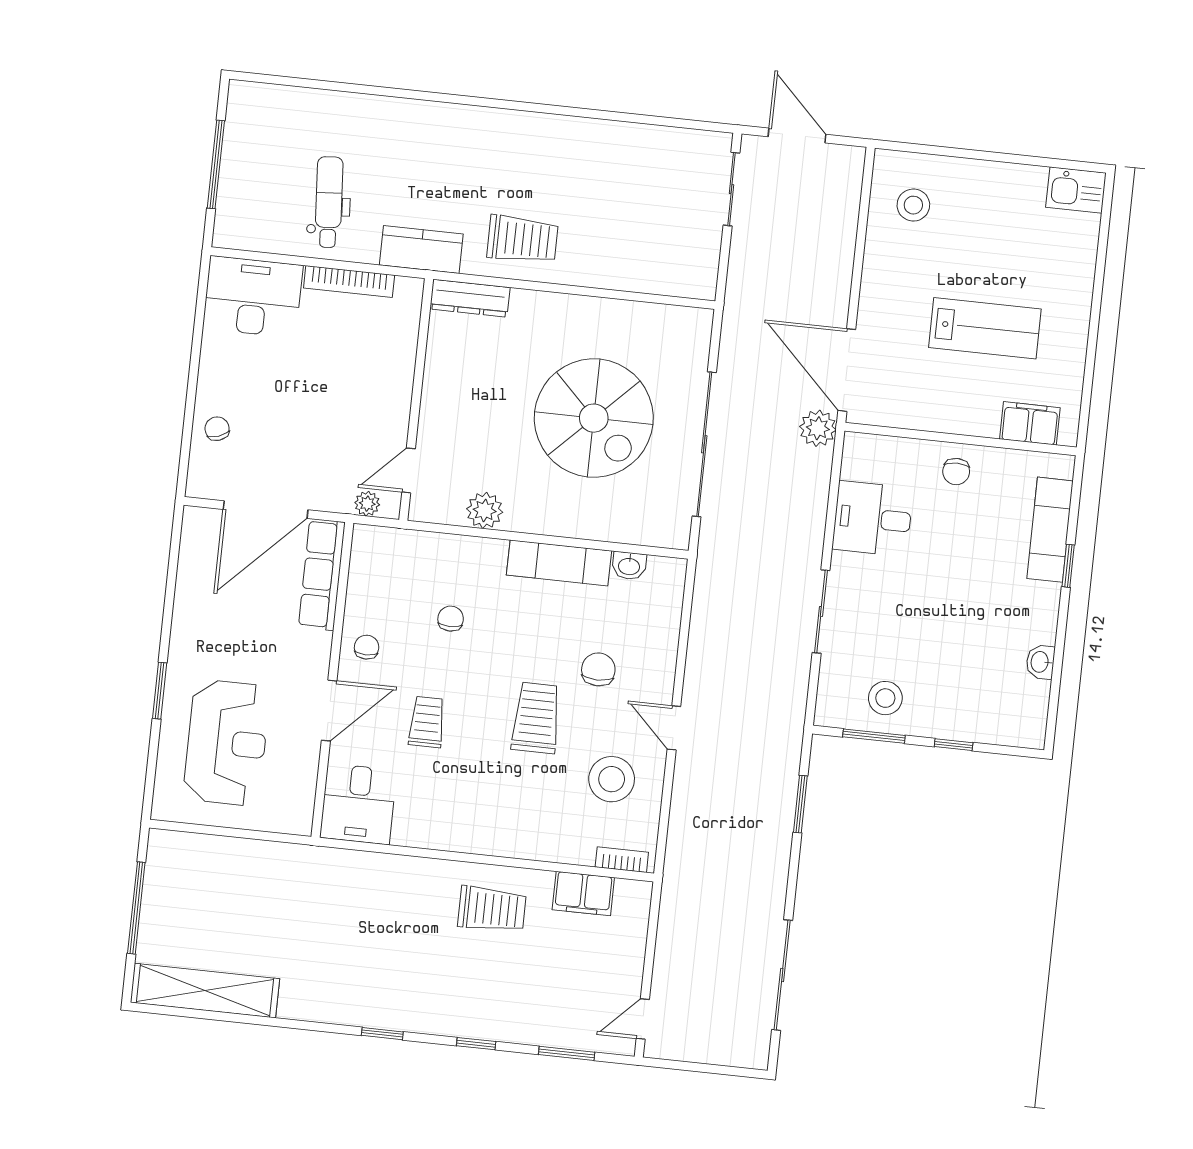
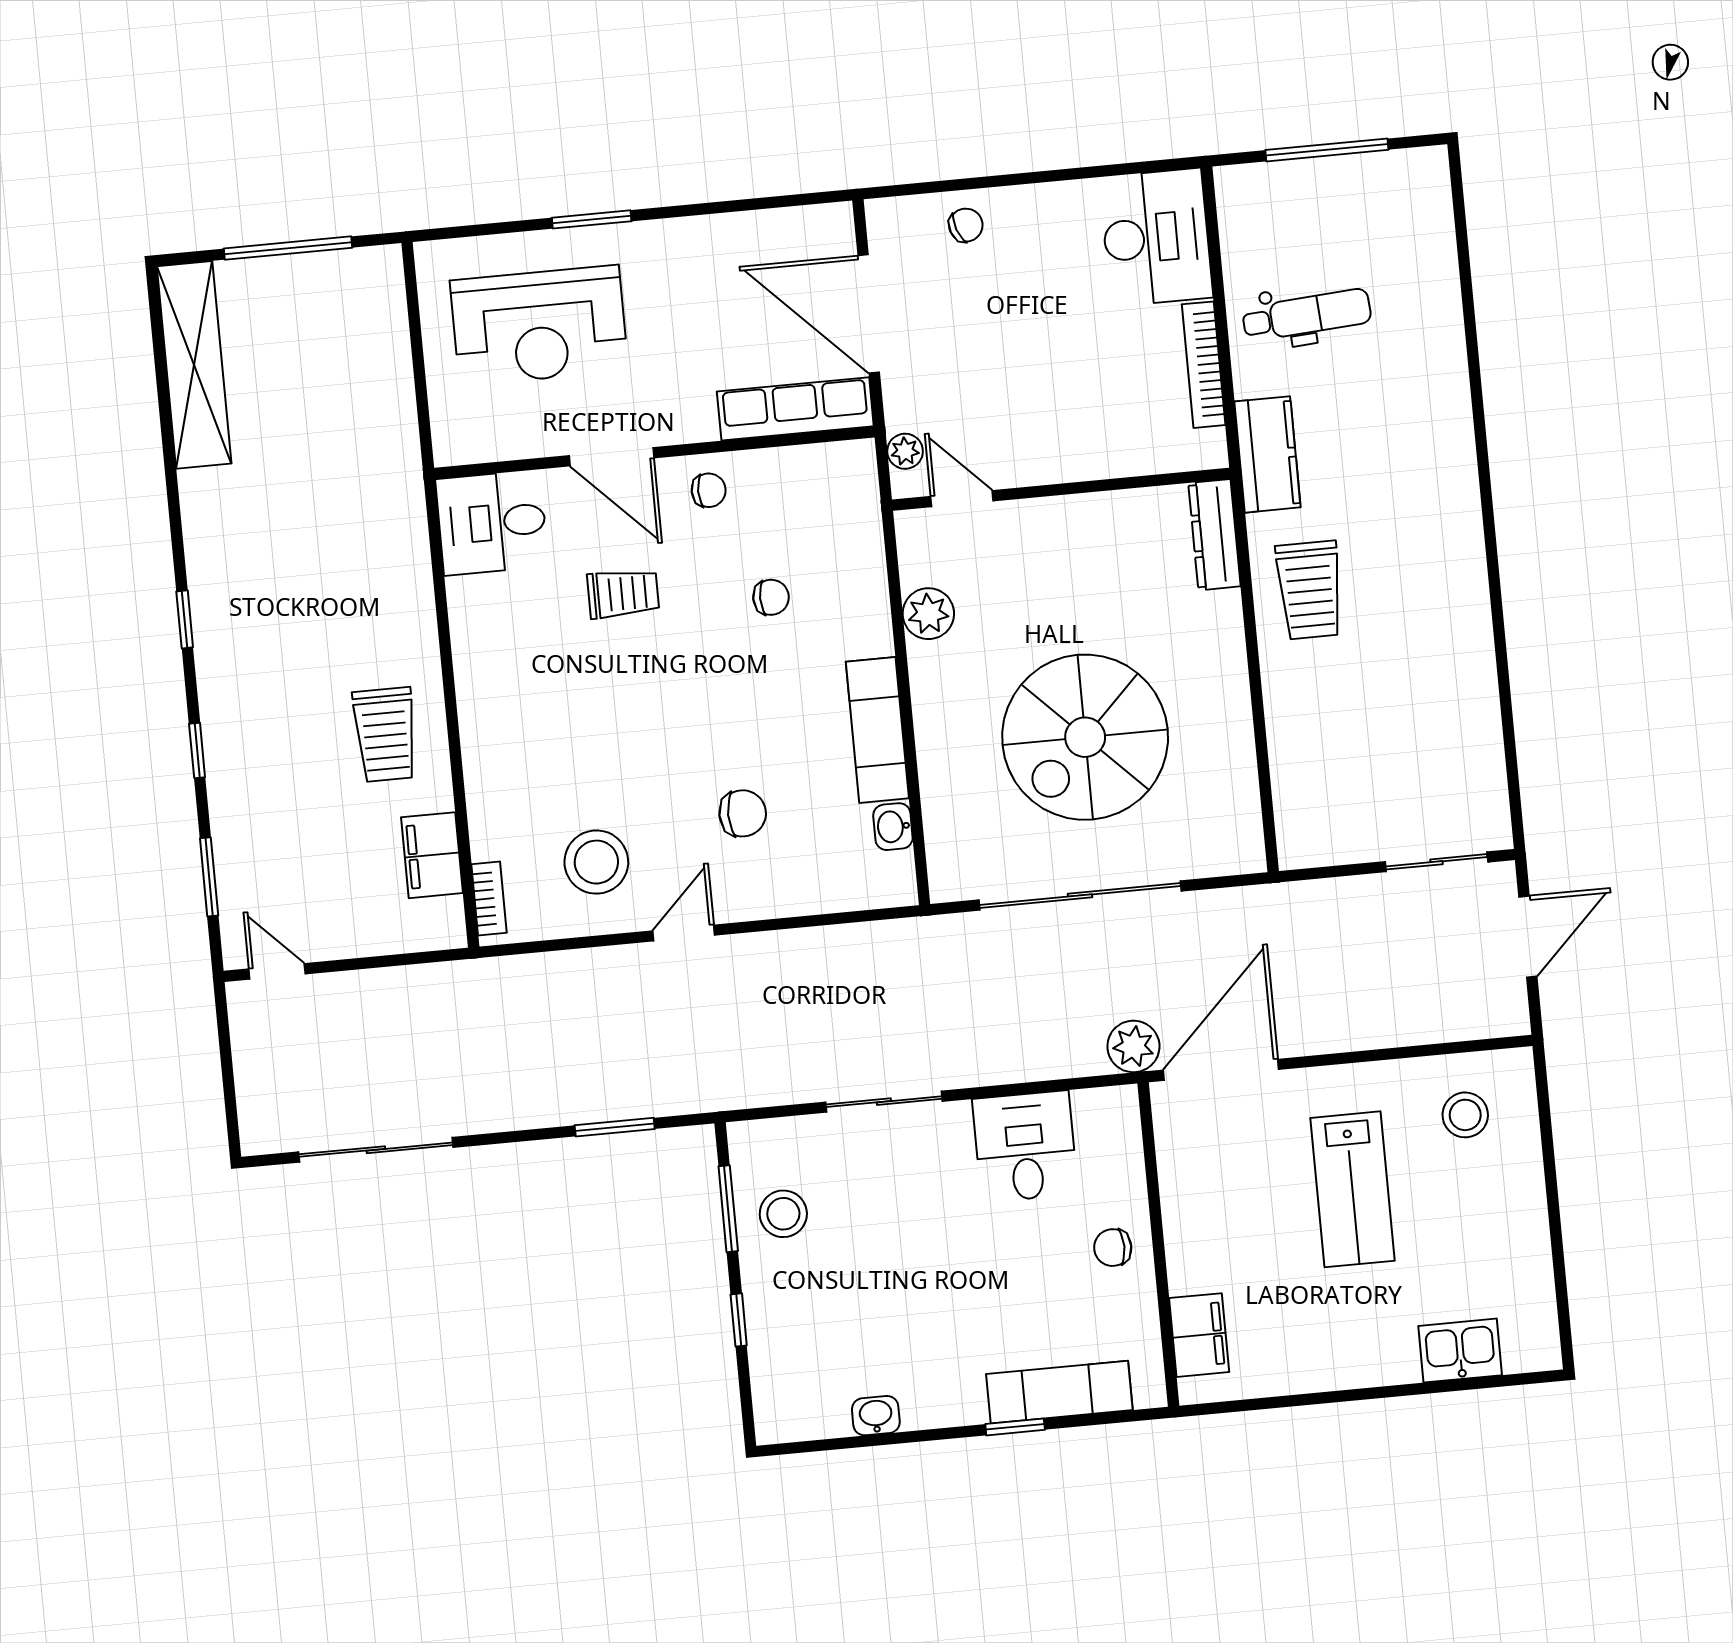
kitchen sink: (1076, 190) -> (1460, 1351), moved, turned 90
lab bench: (985, 328) -> (1353, 1189), moved
trolley: (536, 718) -> (659, 742), removed

